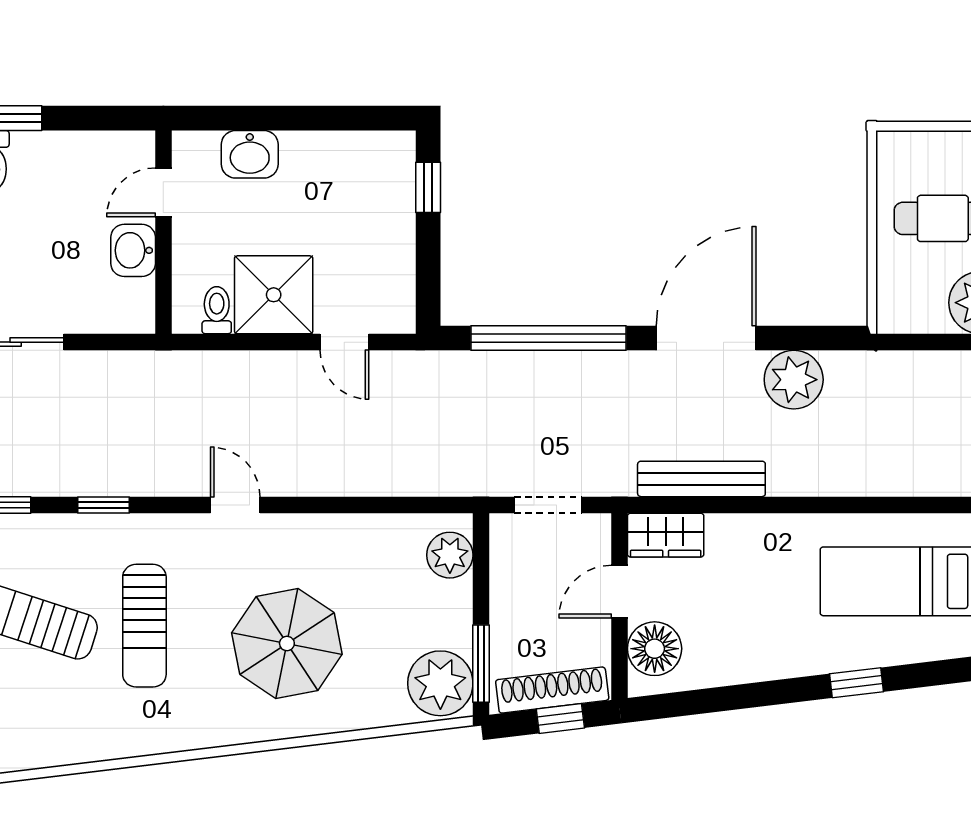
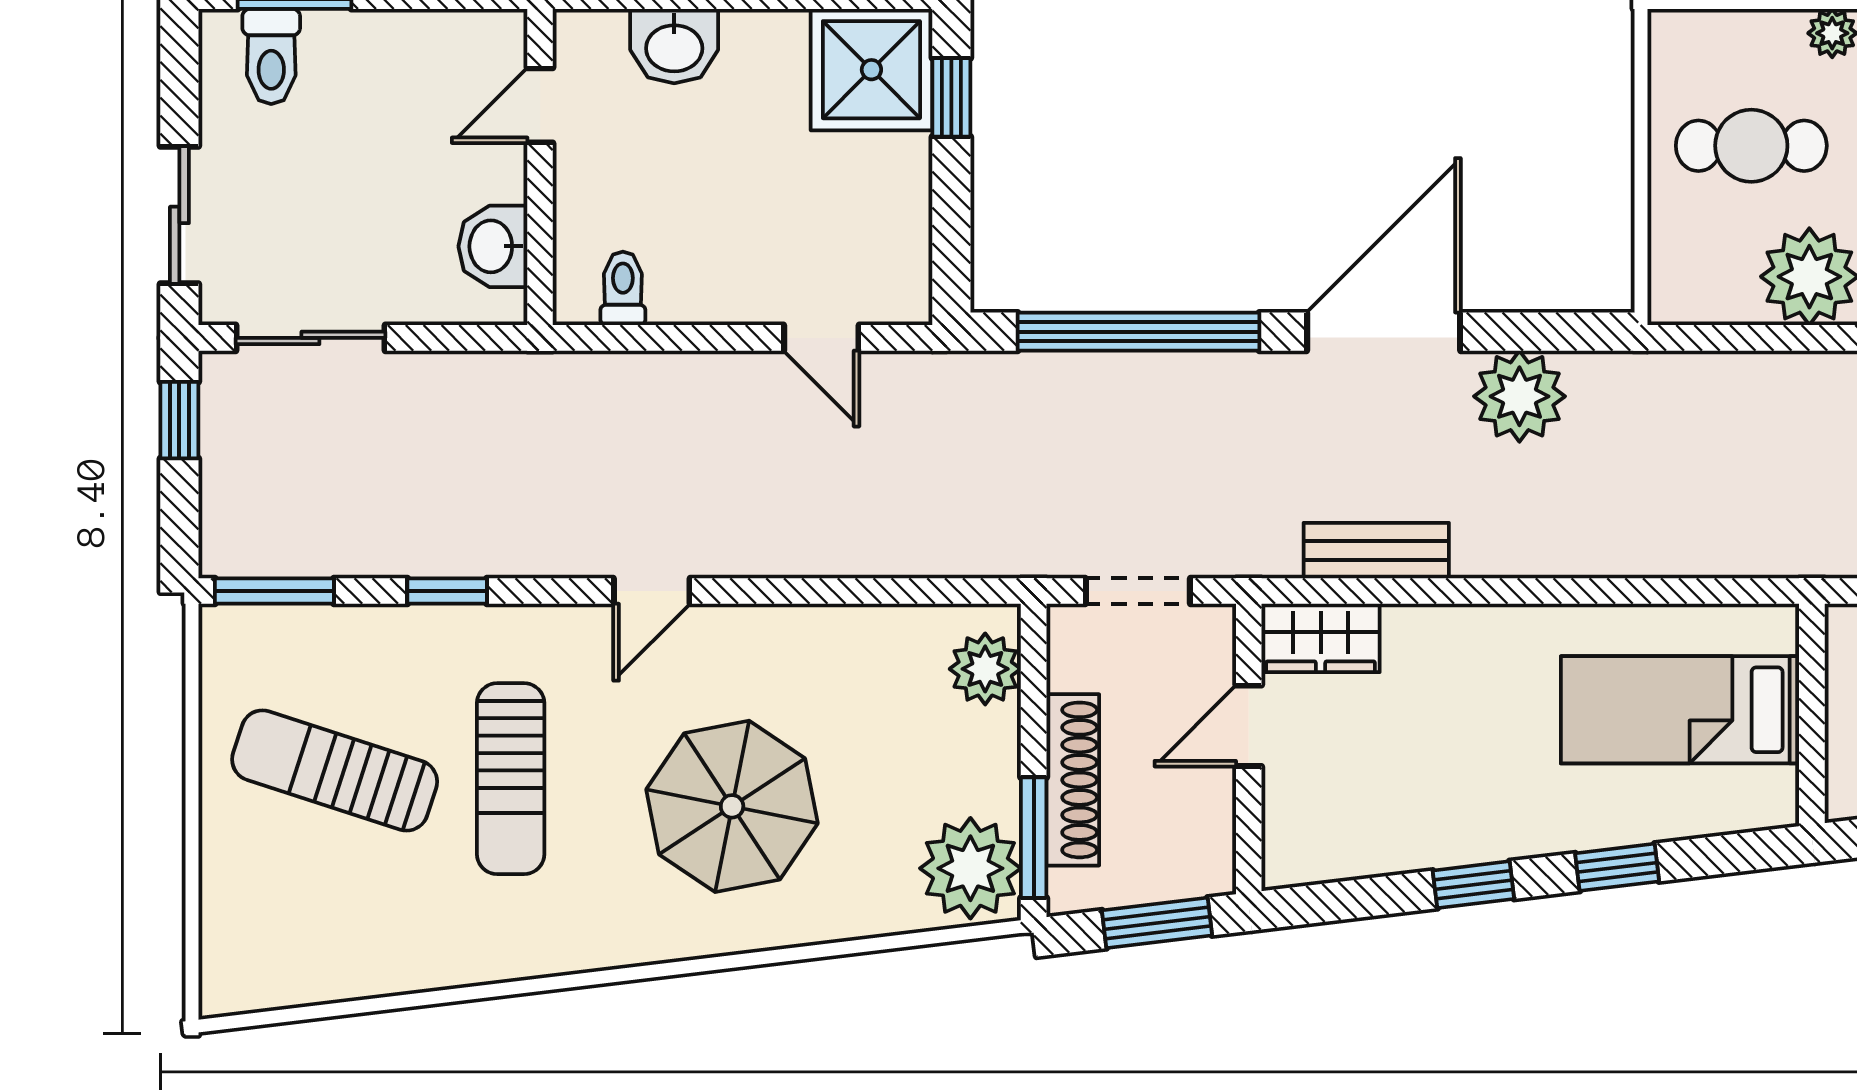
washbasin: (133, 250) -> (493, 246), moved
shower: (274, 295) -> (871, 70), moved
bench: (701, 479) -> (1376, 551), width x0.73
door: (235, 505) -> (652, 591), swing flipped
floor lamp: (655, 649) -> (1303, 814), removed
shoe rack: (552, 690) -> (1073, 780), moved, turned 97
window: (764, 694) -> (1473, 885), added
window: (560, 719) -> (1157, 923), width x1.50

